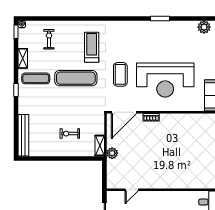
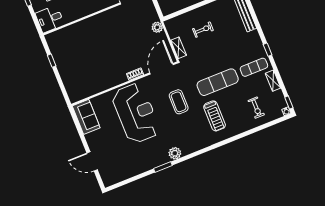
plant: (204, 27) -> (175, 153), moved
reception desk: (165, 80) -> (136, 113), turned 90
shelving: (100, 146) -> (179, 48), moved

